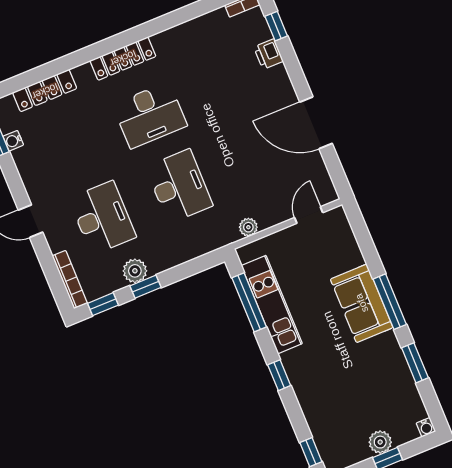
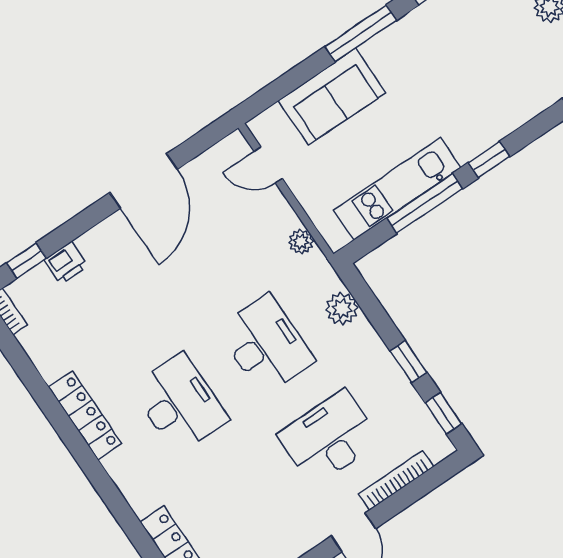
locker: (123, 58) -> (85, 415), moved
desk: (179, 186) -> (266, 345), turned 90
plant: (135, 271) -> (342, 309), moved
bookcase: (70, 280) -> (396, 480), moved
window: (249, 302) -> (425, 203), moved
sofa: (362, 303) -> (332, 96), moved

